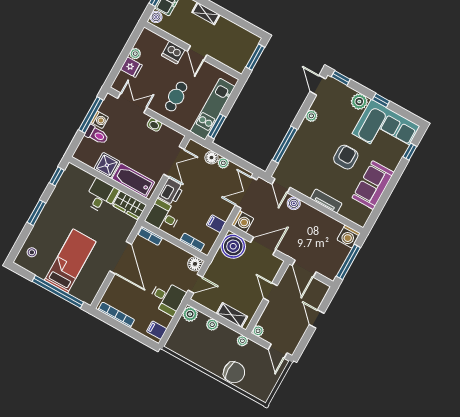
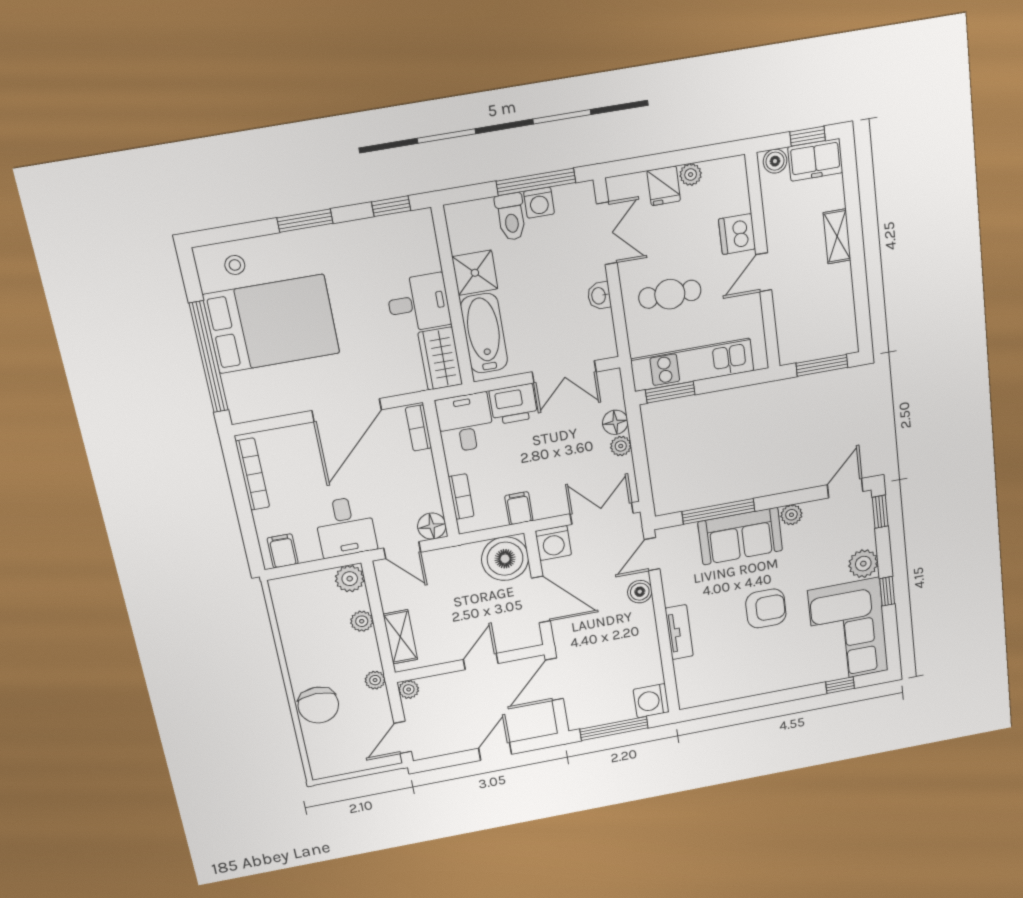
sofa: (373, 185) -> (740, 536), moved, turned 180
bed: (70, 261) -> (272, 324), width x1.50

